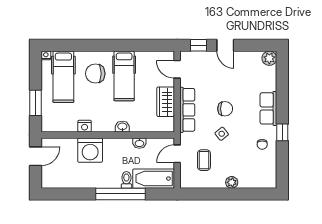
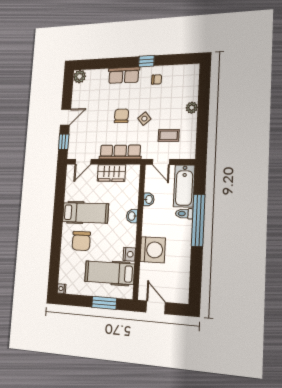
hospital bed: (63, 77) -> (109, 273), moved, turned 180

